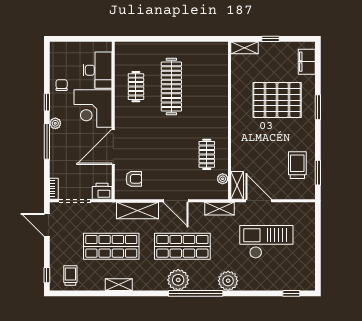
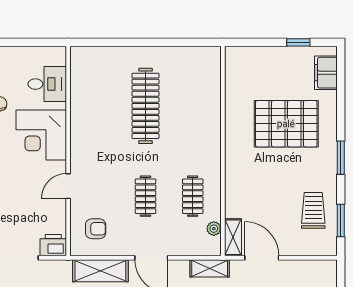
window: (270, 39) -> (298, 42), moved
shelving: (244, 48) -> (243, 54), removed
desk: (98, 70) -> (47, 84), width x0.73
clothes rail: (136, 87) -> (145, 196), moved
window: (318, 107) -> (341, 158), moved
door: (113, 147) -> (68, 186), width x0.53

